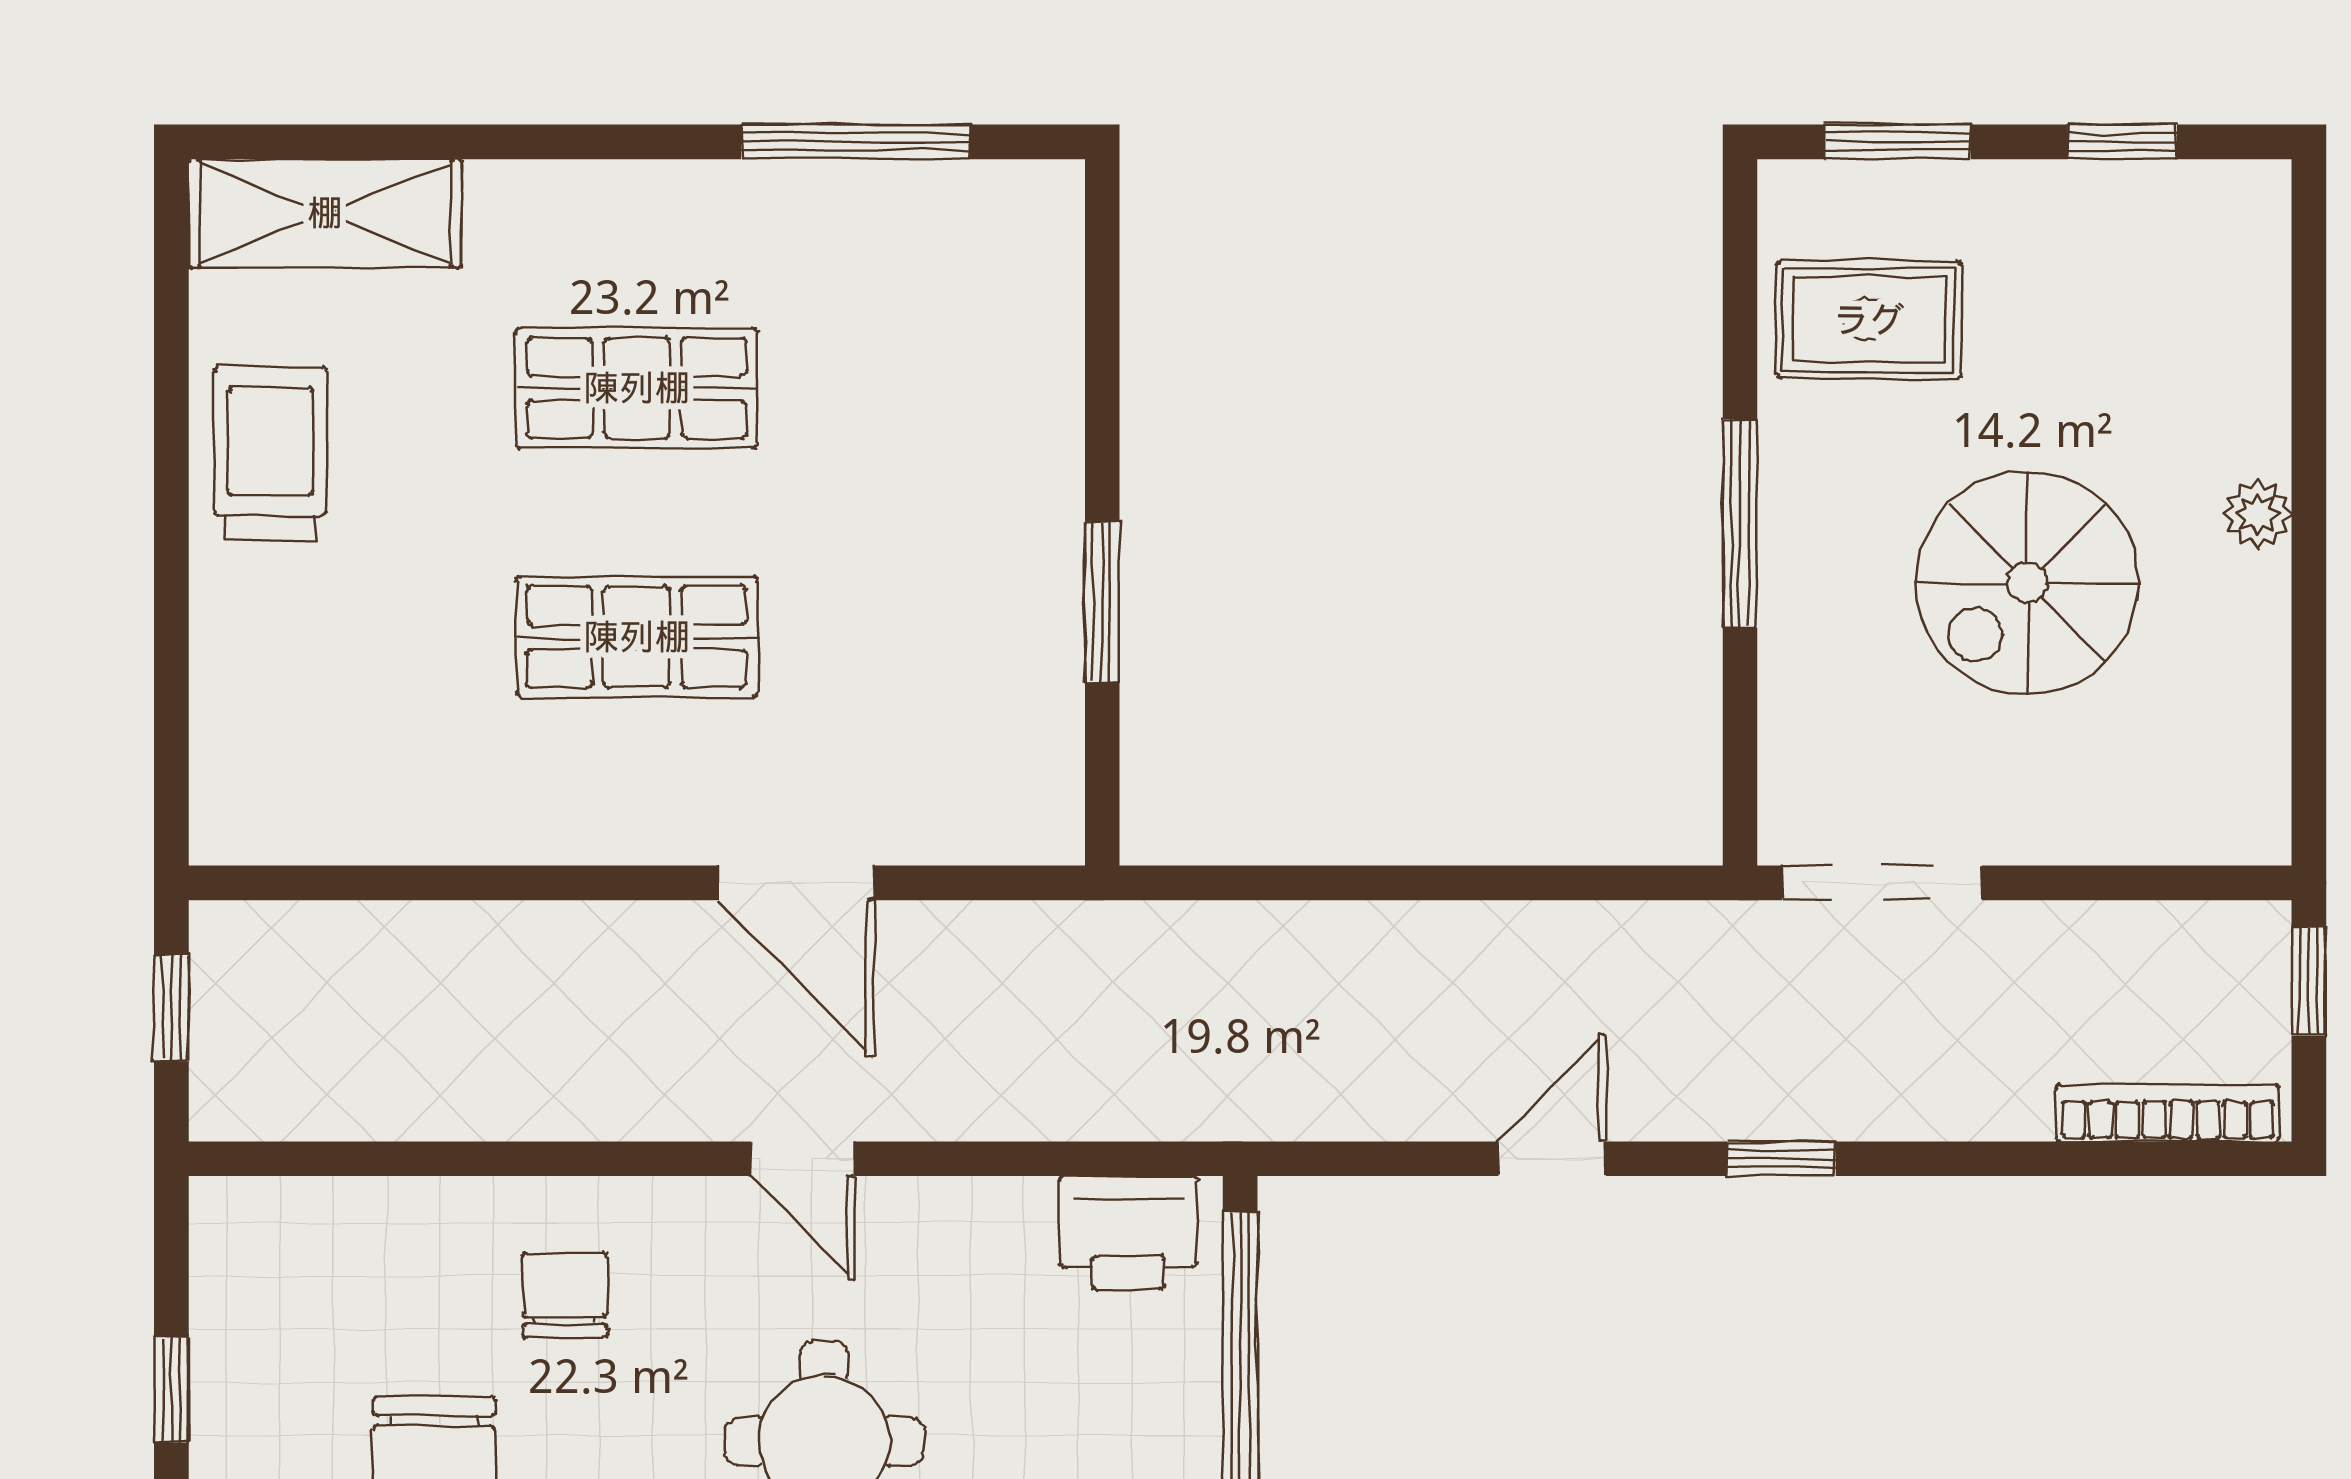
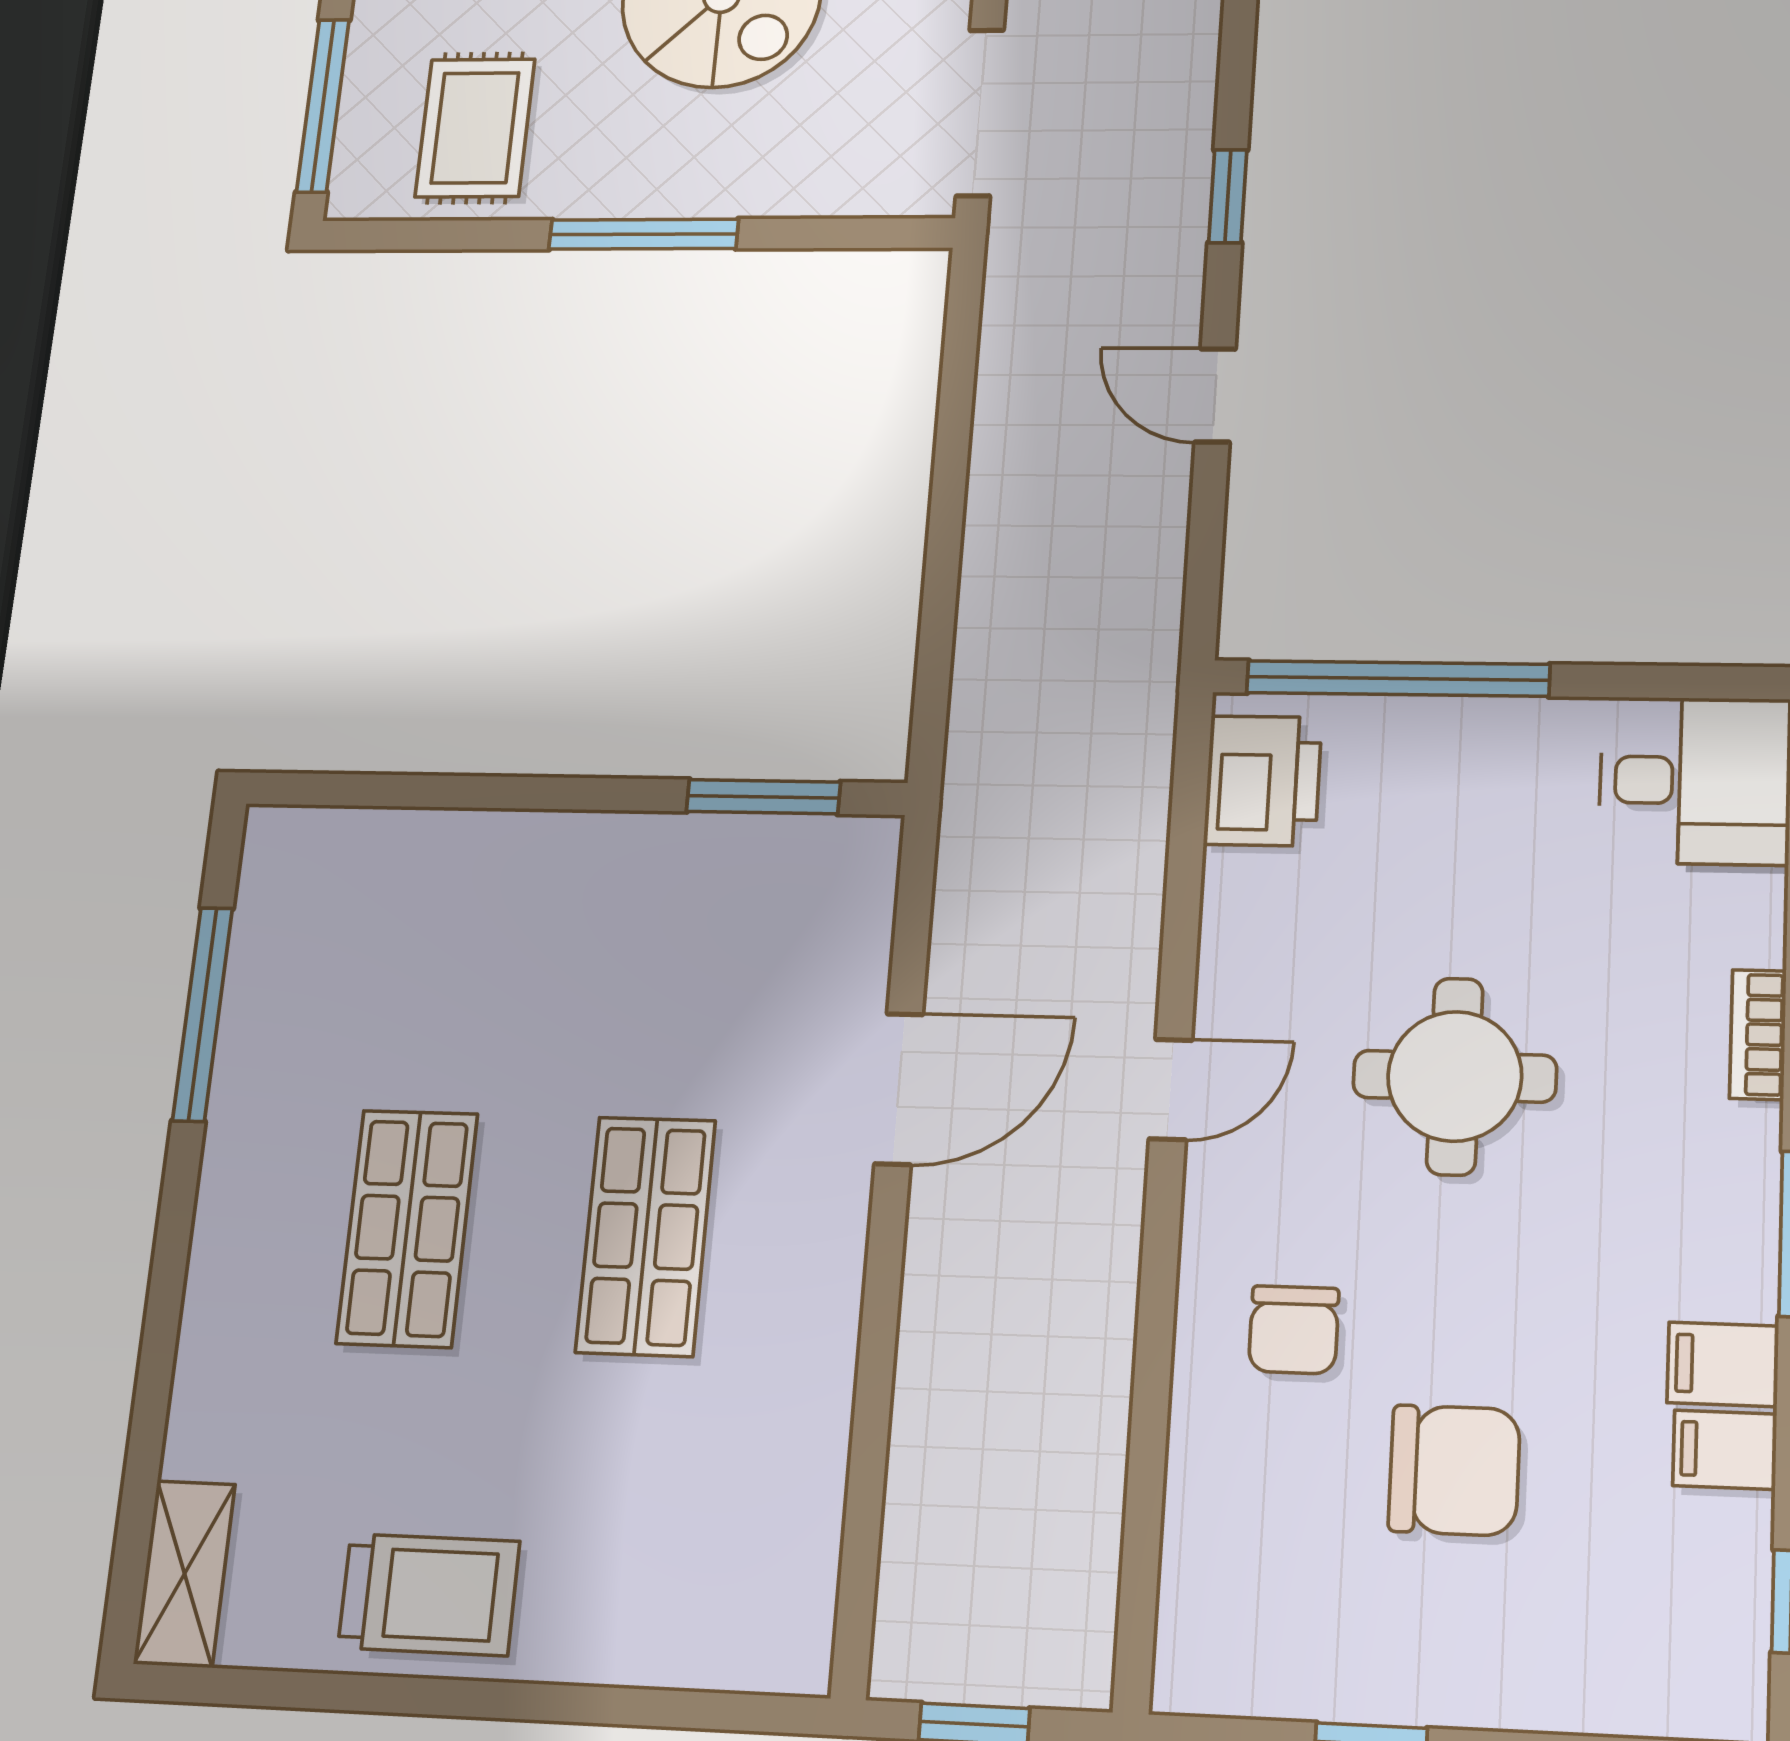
window: (1898, 142) -> (323, 106), width x1.44
shelving: (325, 213) -> (184, 1574), width x0.67, depth x0.75
trolley: (270, 453) -> (429, 1594), turned 180
window: (1102, 602) -> (763, 797), moved
chair: (565, 1295) -> (1294, 1330), turned -90

